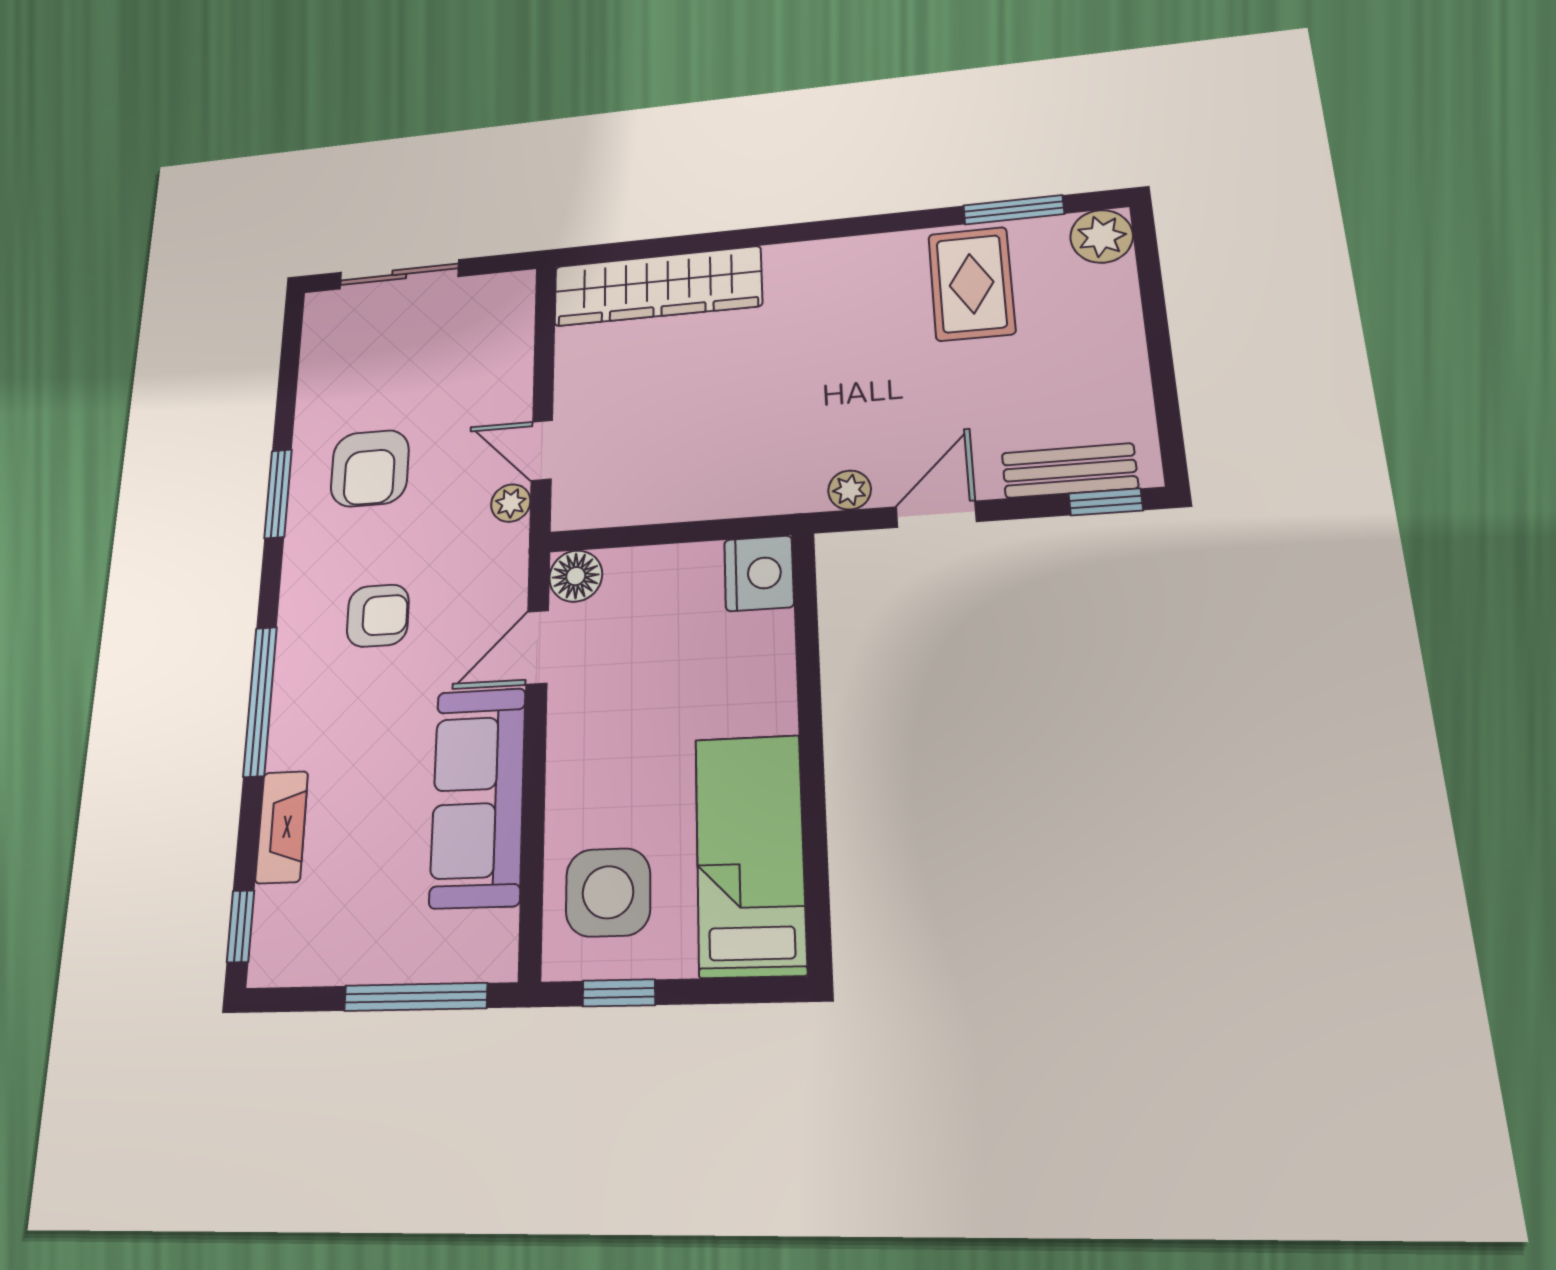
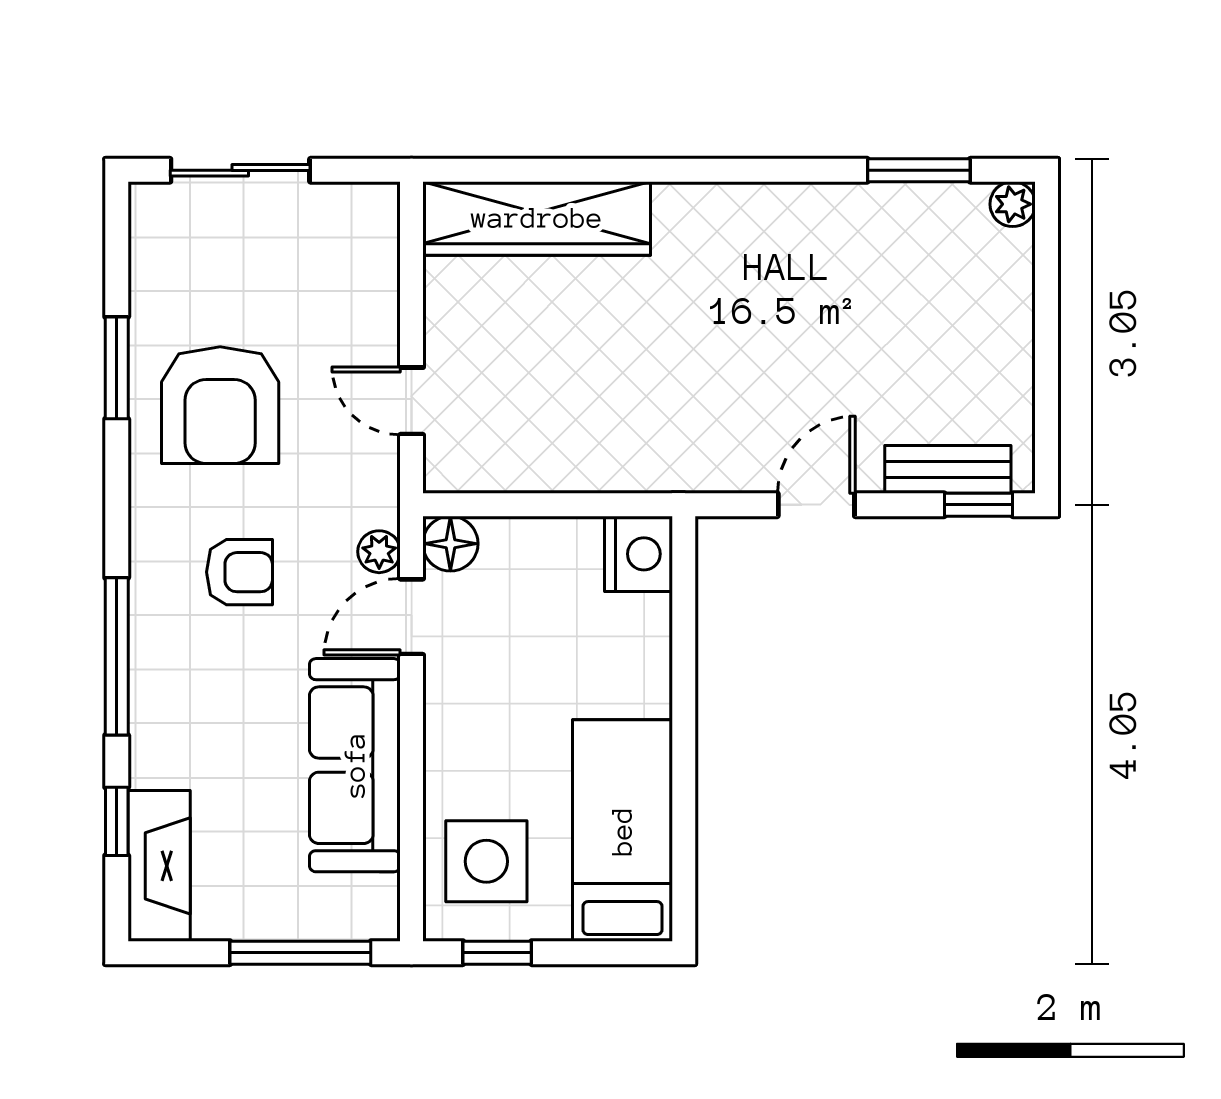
plant: (1102, 236) -> (1013, 204), width x0.73, depth x0.73
rug: (972, 284) -> (869, 253), removed
armchair: (370, 468) -> (220, 405), width x1.36, depth x1.36
plant: (850, 490) -> (732, 472), removed
window: (278, 494) -> (117, 368), moved
plant: (511, 503) -> (379, 552), moved
fireplace: (282, 827) -> (159, 866), moved, width x1.37, depth x1.32
window: (241, 926) -> (117, 821), moved

